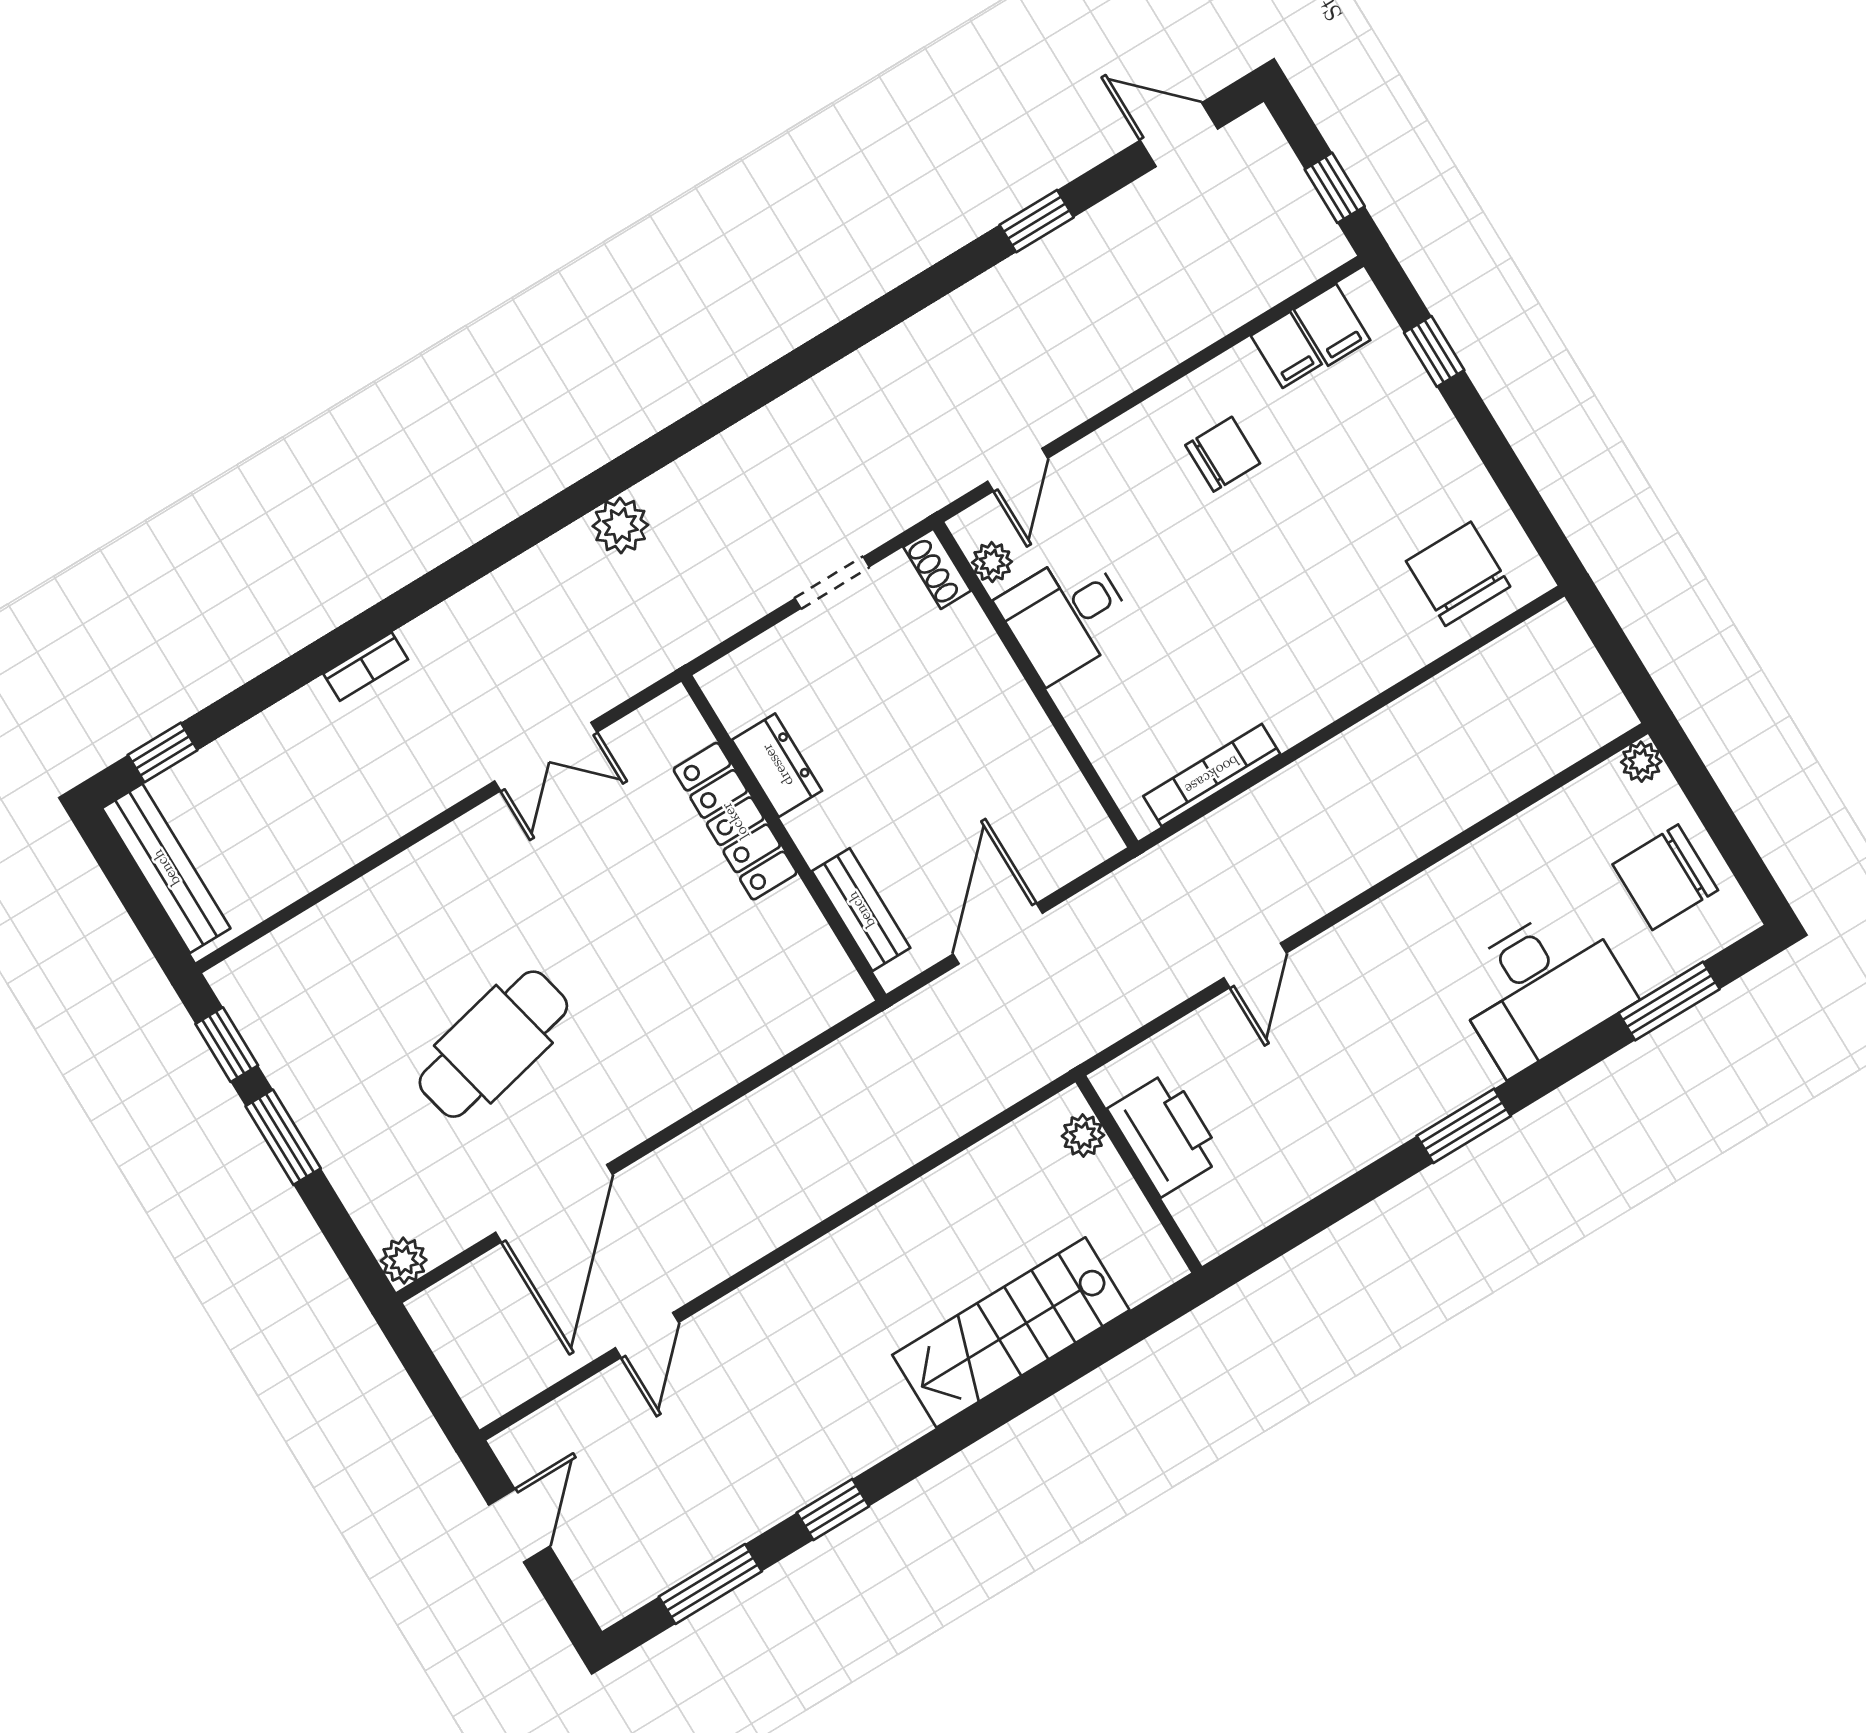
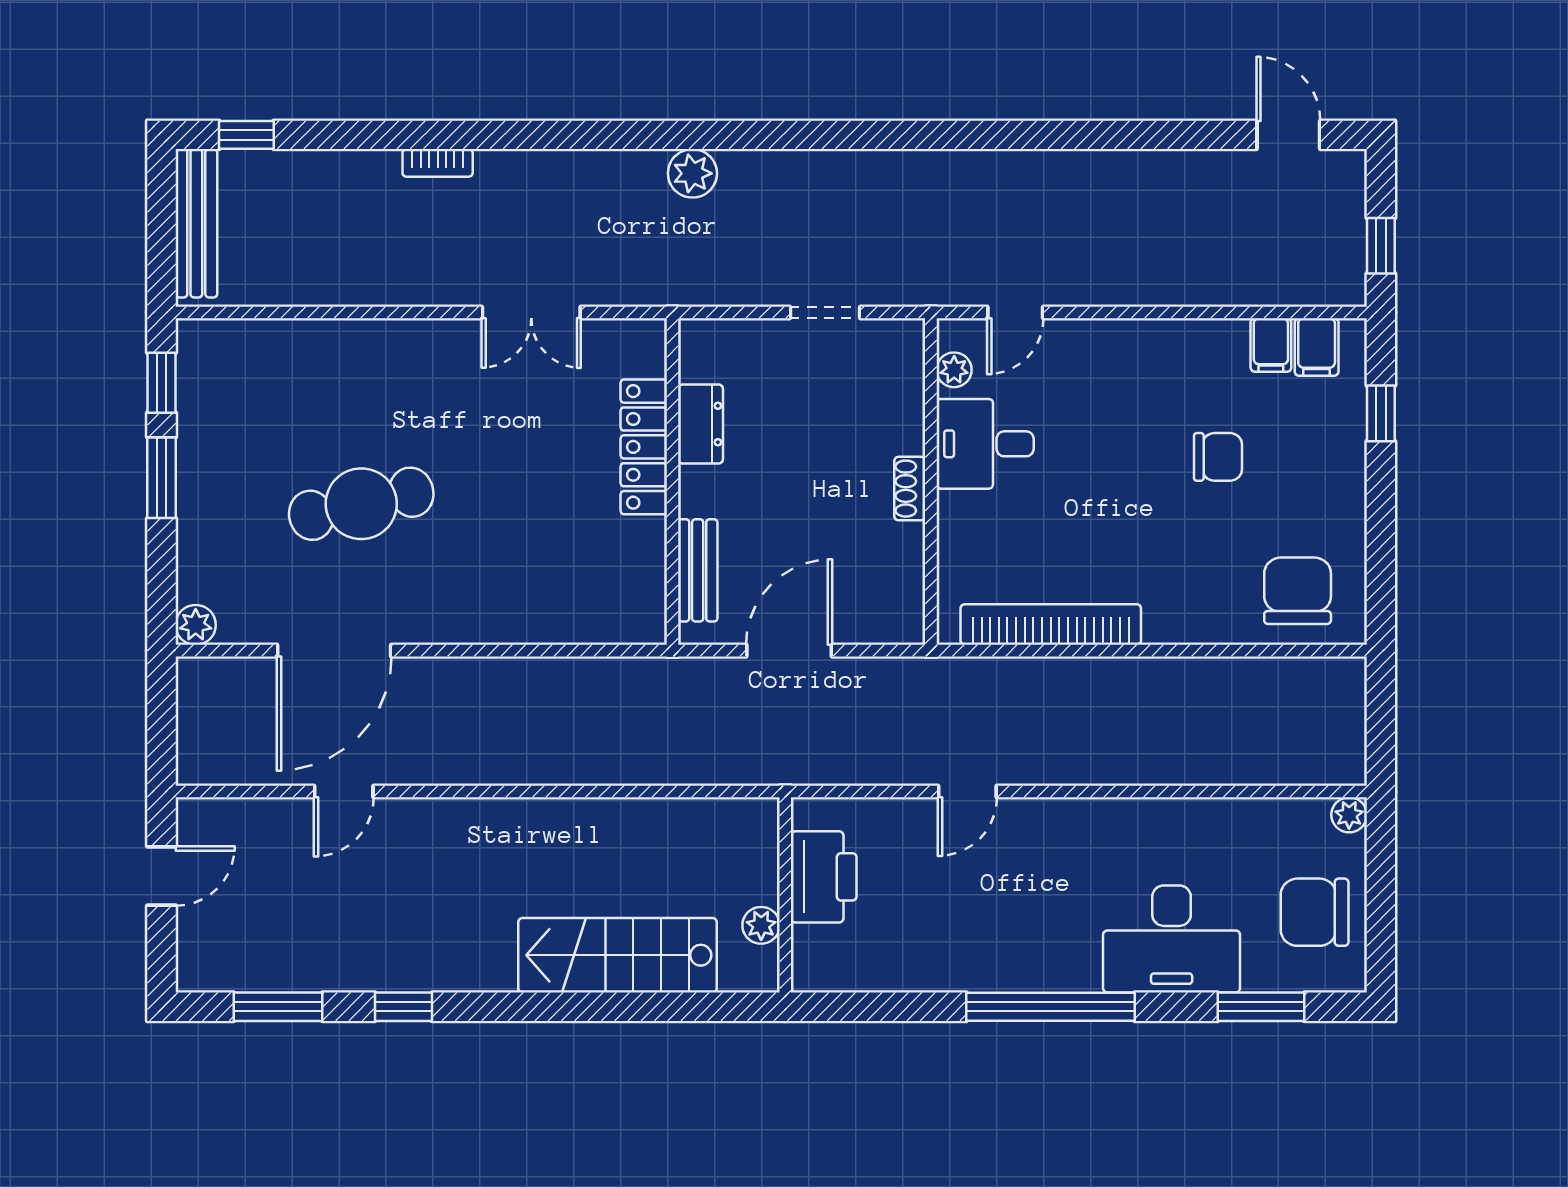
window: (1037, 221) -> (1143, 135), removed
chair: (1223, 454) -> (1218, 457), moved
shoe rack: (937, 569) -> (910, 489), moved
bookcase: (1212, 775) -> (1051, 625), width x1.48, depth x1.31
window: (1464, 1126) -> (1051, 1007), width x2.11
plant: (1083, 1136) -> (761, 925), moved

